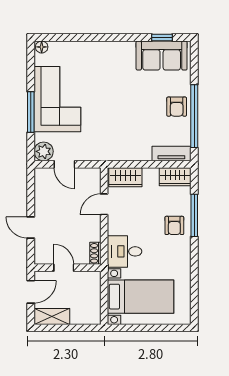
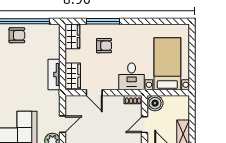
tv unit: (171, 154) -> (54, 75), moved
armchair: (174, 225) -> (104, 46), moved
boiler: (91, 281) -> (155, 103), added

